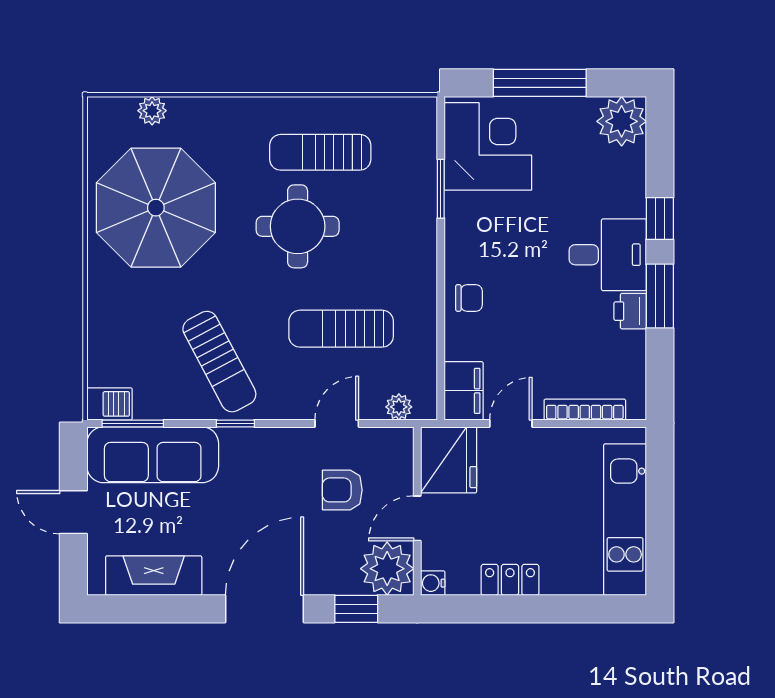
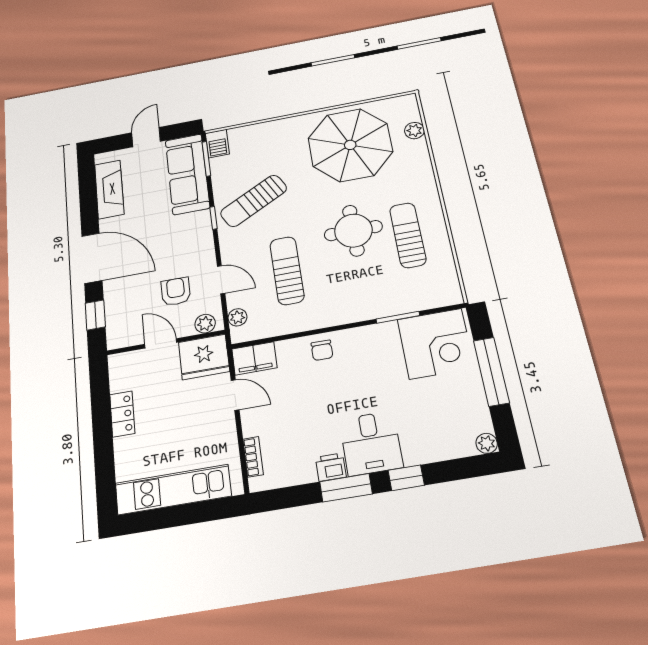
plant: (622, 121) -> (487, 443), width x0.53, depth x0.53
bookcase: (585, 410) -> (253, 457), width x0.64
plant: (387, 569) -> (205, 324), moved, width x0.53, depth x0.53
water cooler: (433, 583) -> (116, 362), removed

